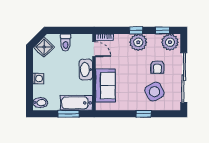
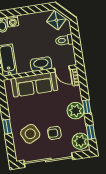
door: (94, 49) -> (62, 69), hinge flipped
washing machine: (38, 79) -> (13, 21), moved
sofa: (105, 86) -> (34, 84), width x1.36

